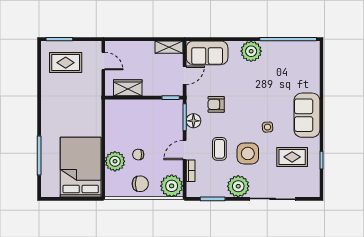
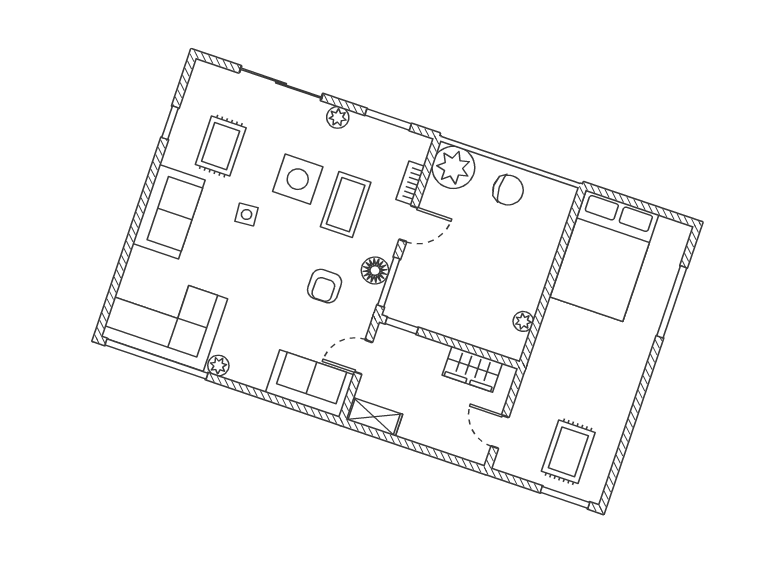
plant: (251, 51) -> (218, 366), width x0.53, depth x0.53
corner sofa: (291, 61) -> (164, 318), added
rug: (66, 63) -> (568, 452), turned 90
armchair: (216, 104) -> (325, 286), turned 90
coffee table: (219, 149) -> (346, 205), width x1.36, depth x1.30
chair: (138, 155) -> (494, 244), removed
rug: (292, 157) -> (221, 146), turned 90
plant: (115, 161) -> (523, 321), moved, width x0.53, depth x0.53
chair: (140, 184) -> (508, 190), turned 180
plant: (238, 186) -> (338, 117), width x0.53, depth x0.53

